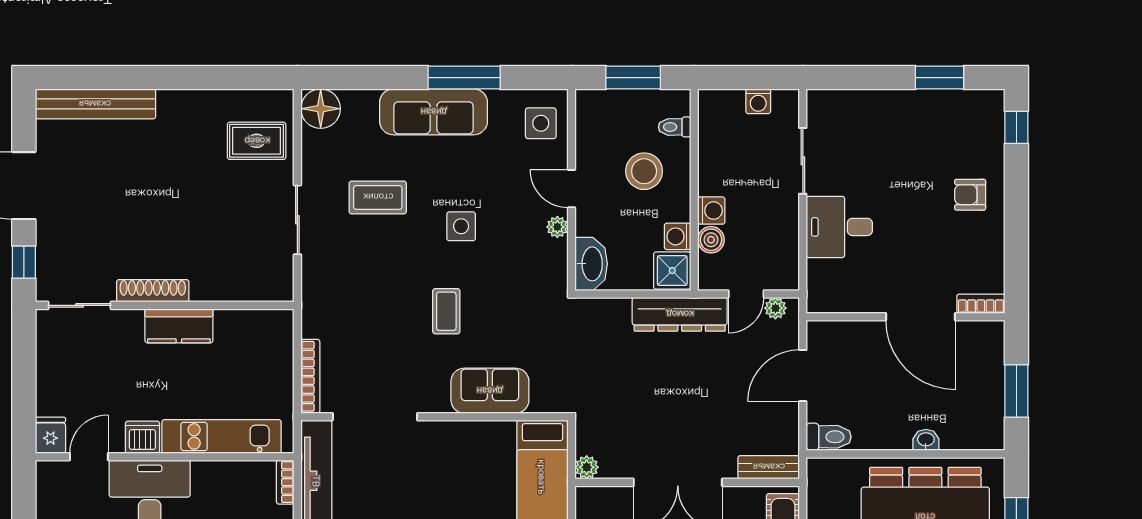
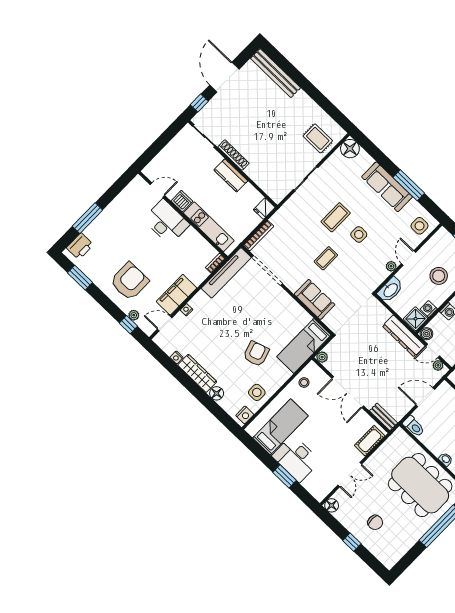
coffee table: (378, 197) -> (336, 217), moved, turned 90
boiler: (711, 240) -> (426, 334), moved
fridge: (50, 435) -> (264, 209), moved, turned 180

